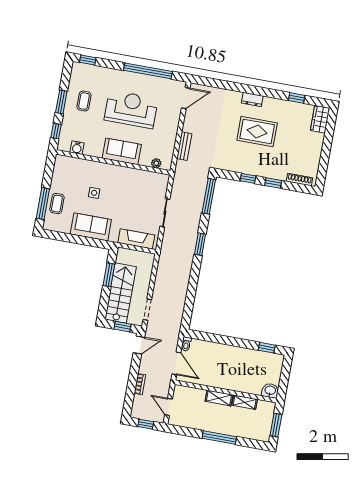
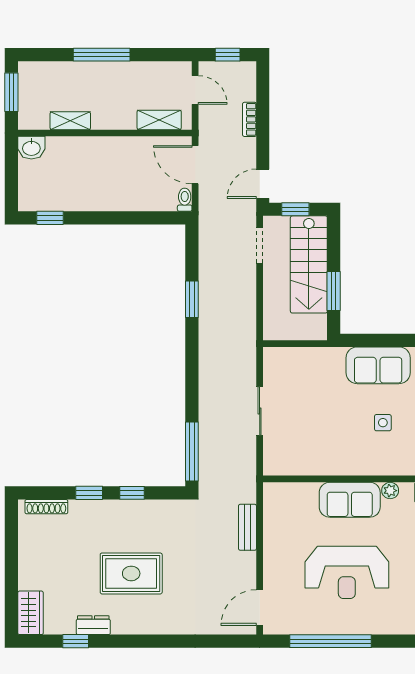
dresser: (252, 99) -> (93, 625), moved
plant: (156, 163) -> (390, 491), moved
fireplace: (136, 239) -> (299, 359), removed
window: (200, 244) -> (192, 299), moved
shelving: (219, 398) -> (159, 120), moved

